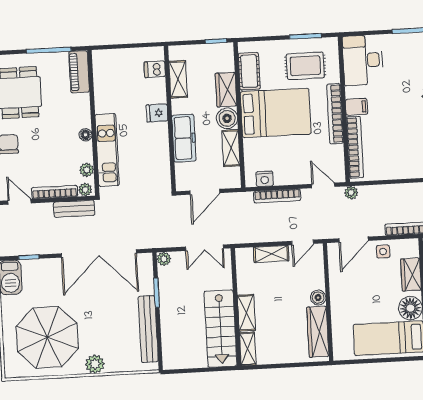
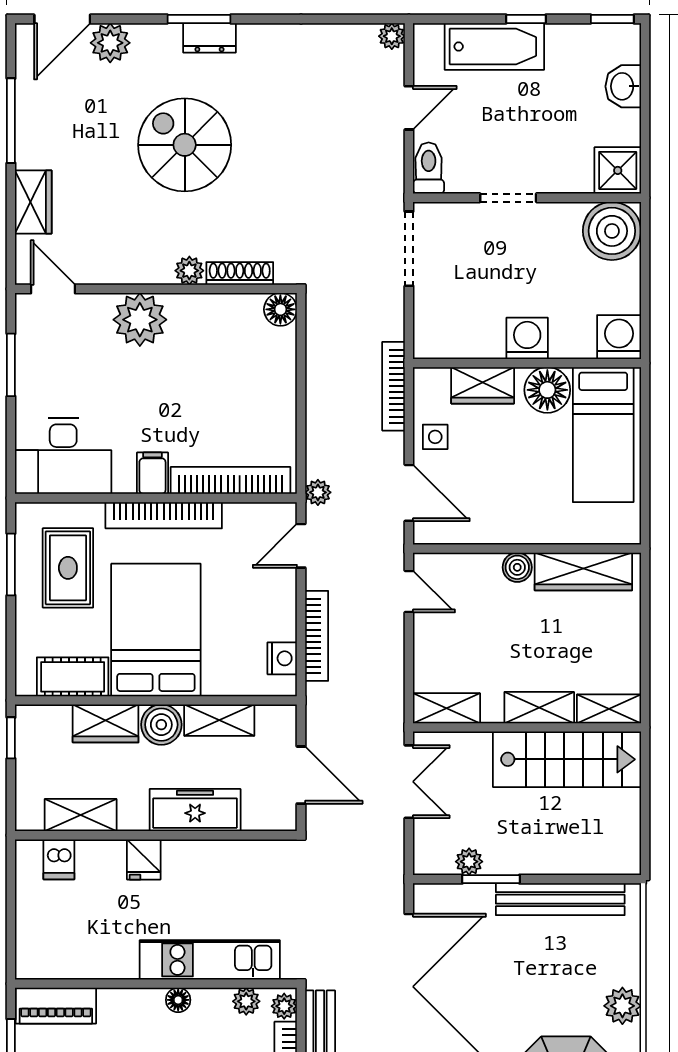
shelving: (271, 254) -> (447, 708), moved, turned 90
plant: (164, 259) -> (469, 862), moved

